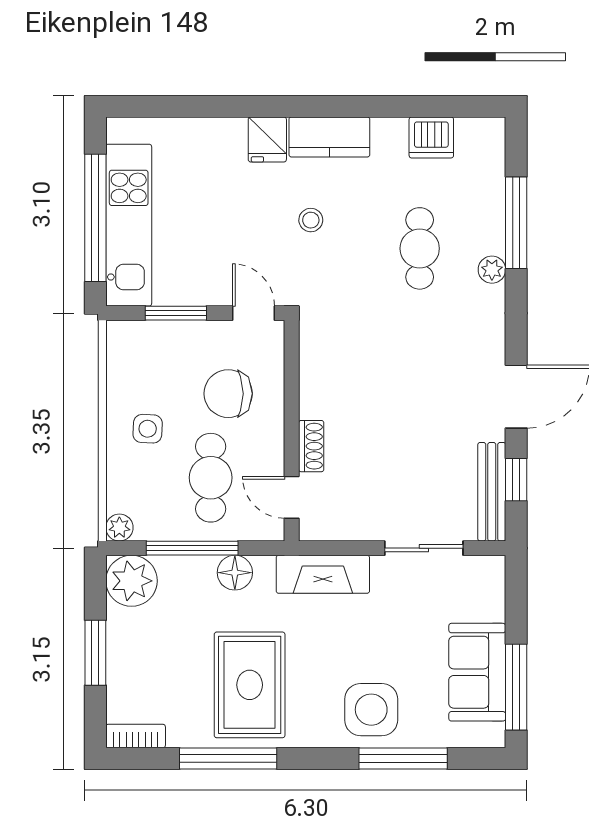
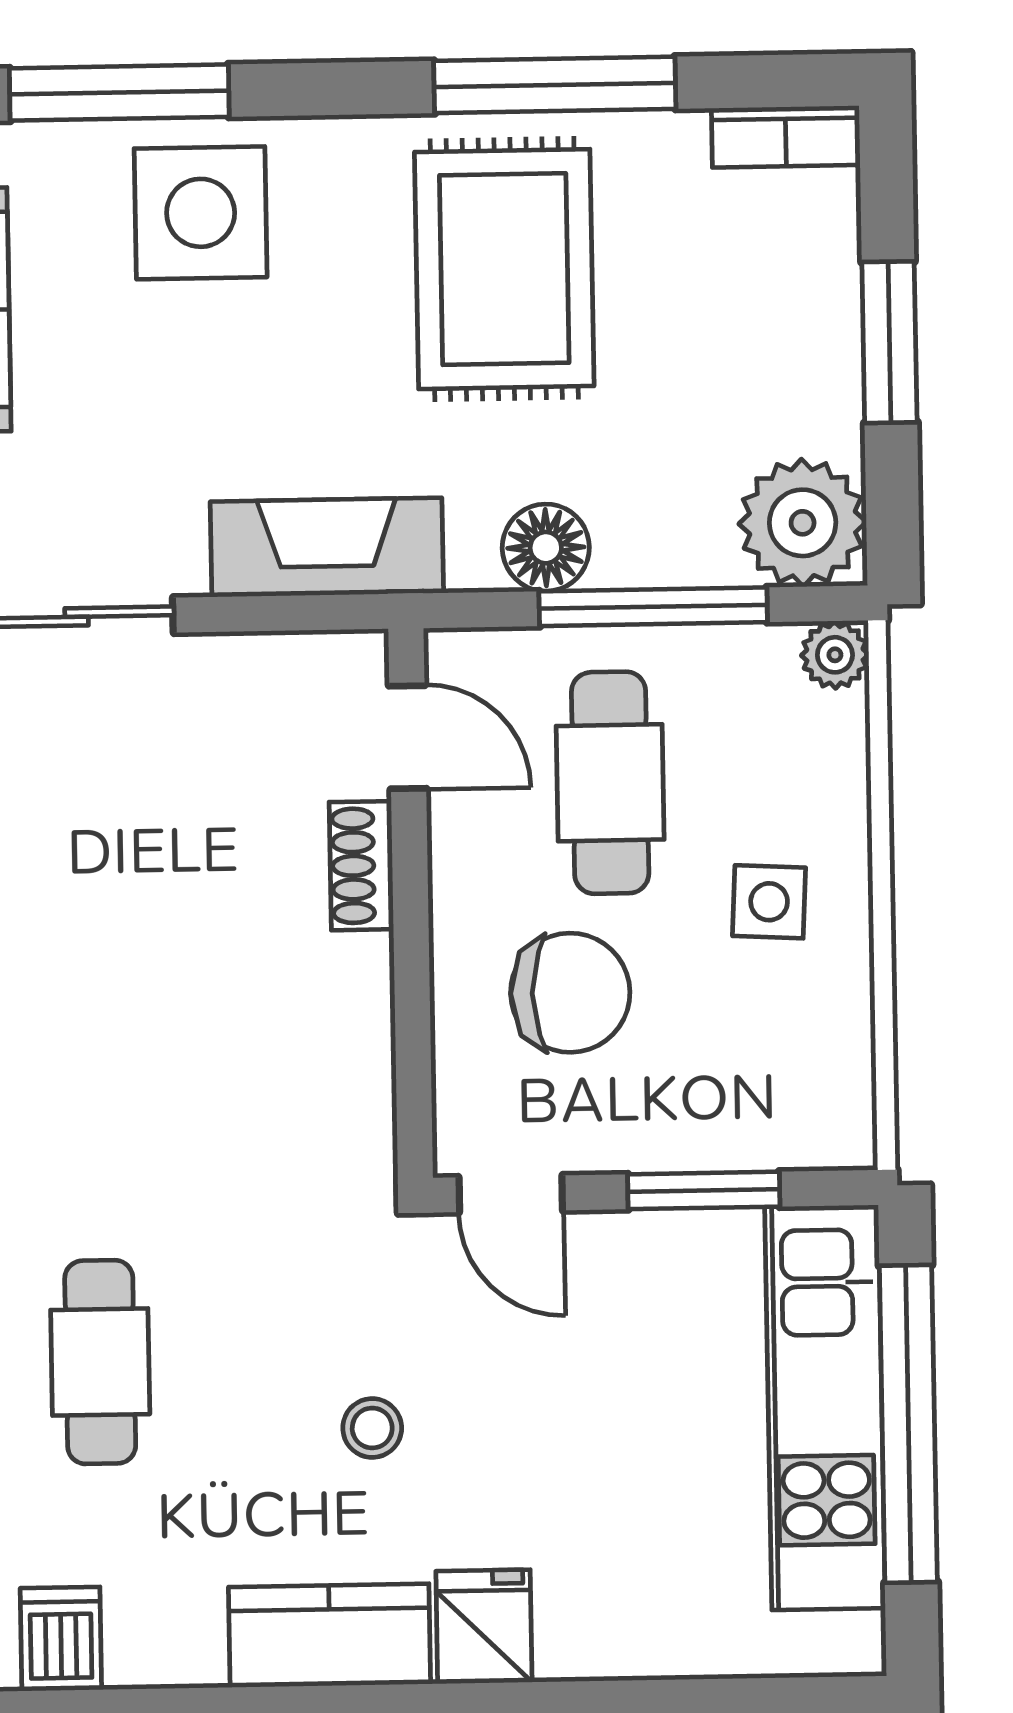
dishwasher: (431, 137) -> (61, 1639), width x0.73

